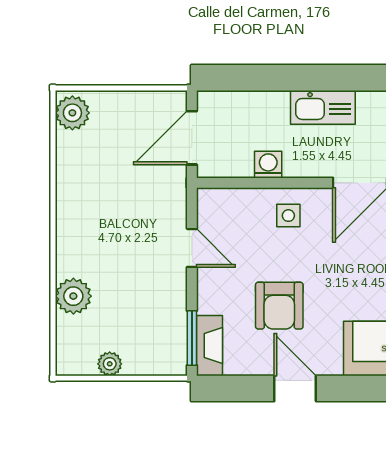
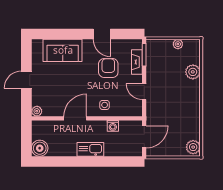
fireplace: (209, 346) -> (137, 62), moved

